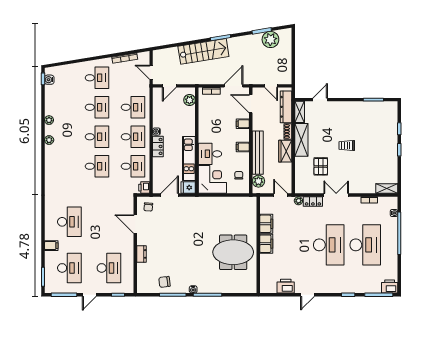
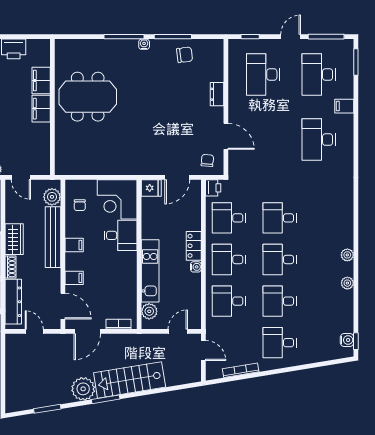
plant: (270, 39) -> (83, 389), moved
kitchen unit: (189, 159) -> (150, 271), moved
filing cabinet: (266, 224) -> (41, 81), moved

